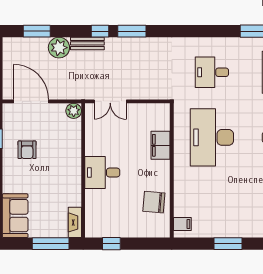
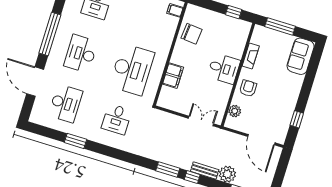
desk: (212, 72) -> (117, 119), turned 90
plant: (74, 111) -> (235, 111), moved
armchair: (27, 150) -> (248, 88), moved
fireplace: (75, 222) -> (251, 56), moved

